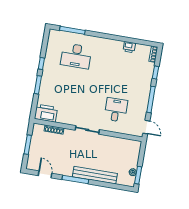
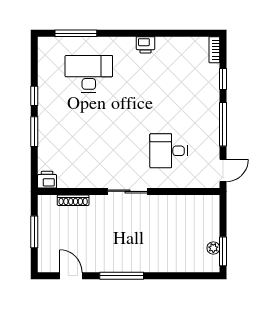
printer: (129, 47) -> (146, 45), moved
desk: (76, 56) -> (89, 74), turned 180
desk: (116, 110) -> (169, 151), turned -90
printer: (46, 113) -> (47, 180), width x0.53, depth x0.68
door: (146, 127) -> (223, 171), hinge flipped
bench: (95, 175) -> (152, 263), removed

